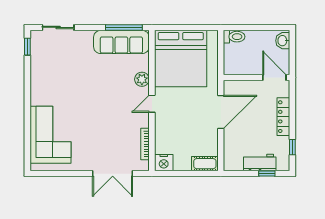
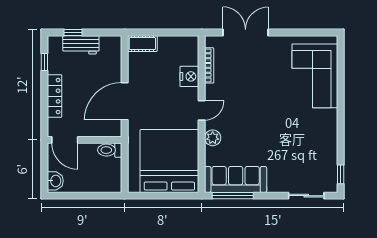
toilet: (234, 37) -> (110, 150), moved
nightstand: (164, 163) -> (189, 76), moved, turned 90

